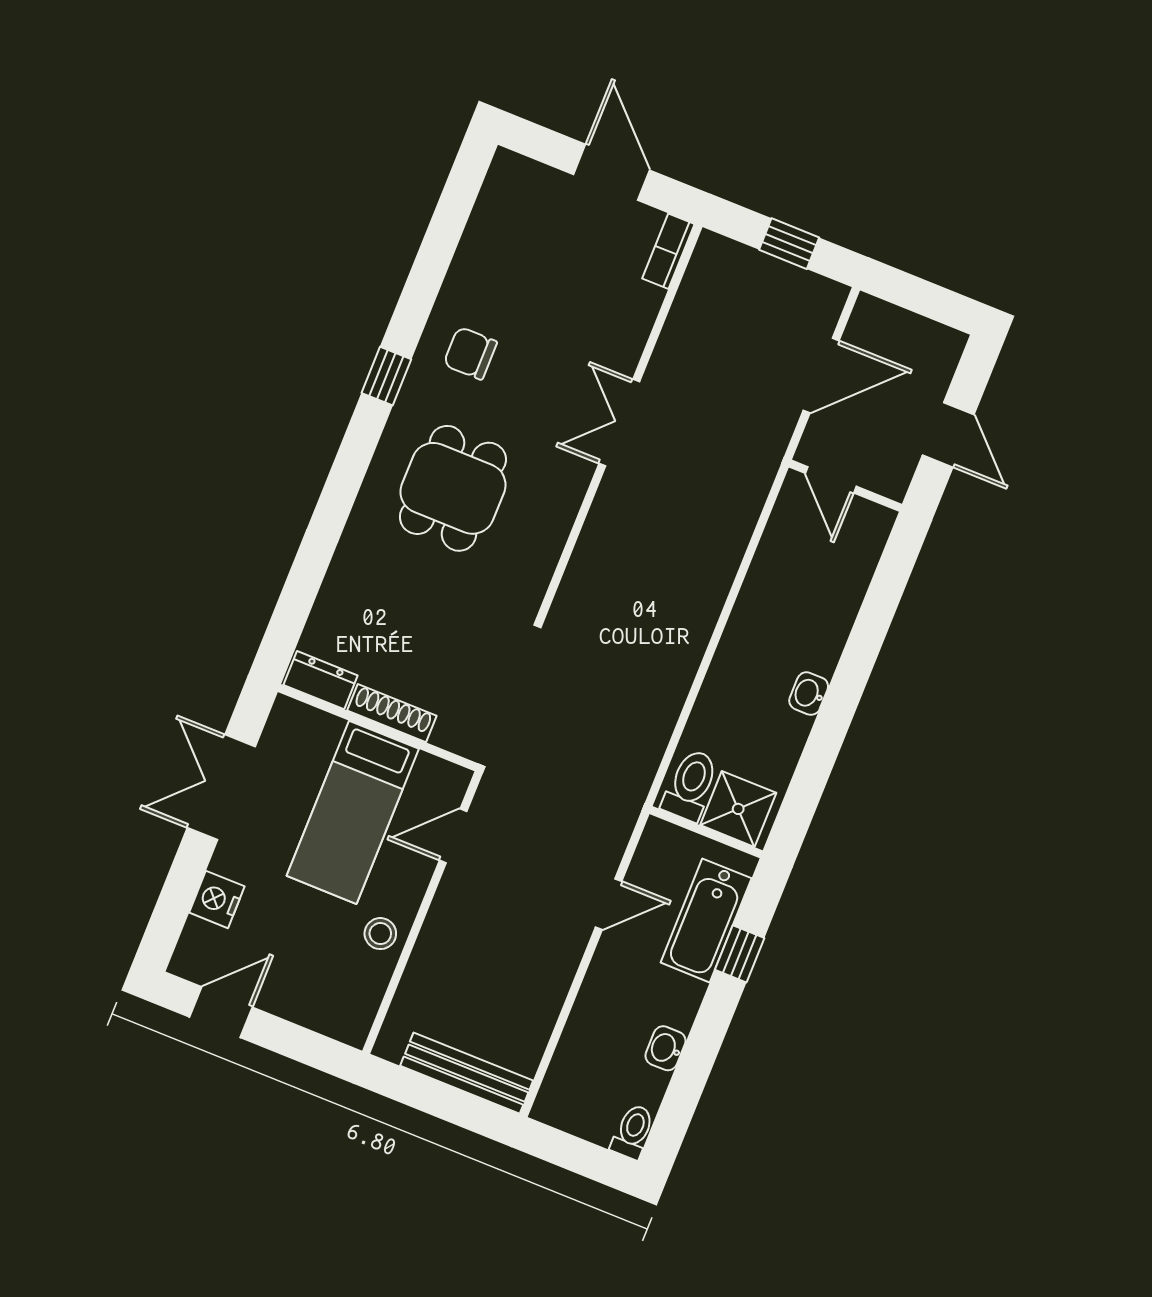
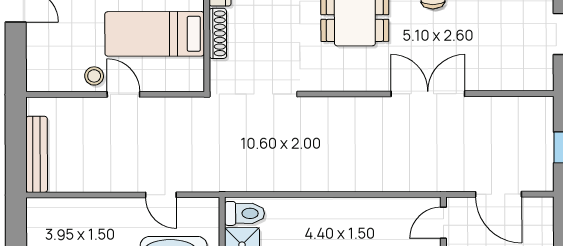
bookcase: (668, 251) -> (533, 83), removed
double door: (619, 423) -> (428, 94), width x1.37
door: (453, 836) -> (123, 94), moved

